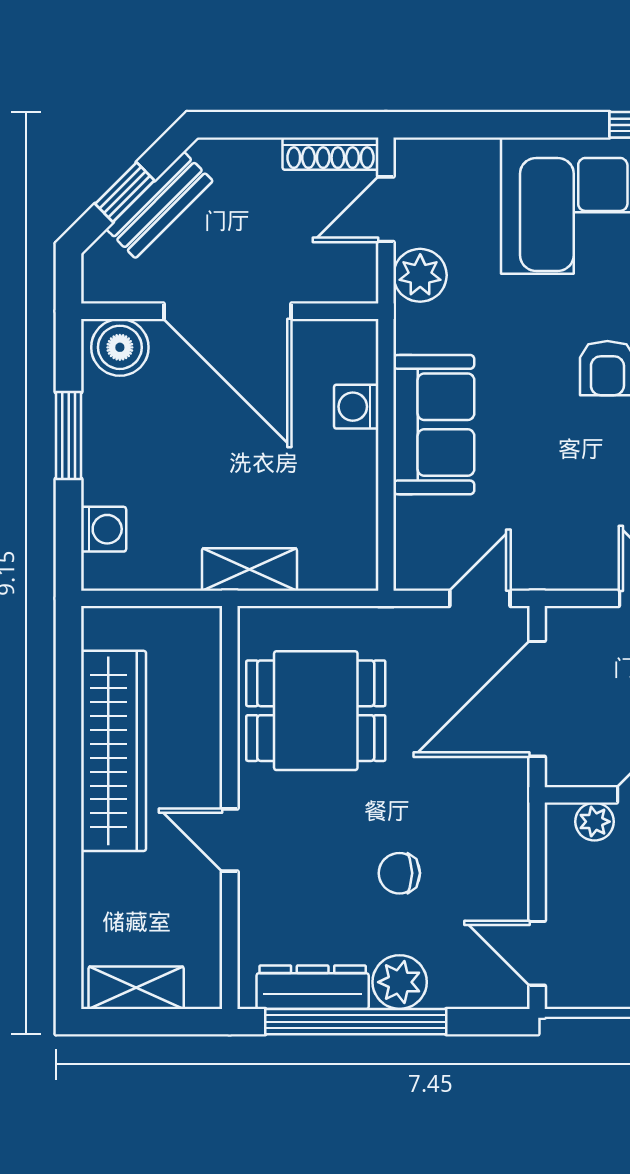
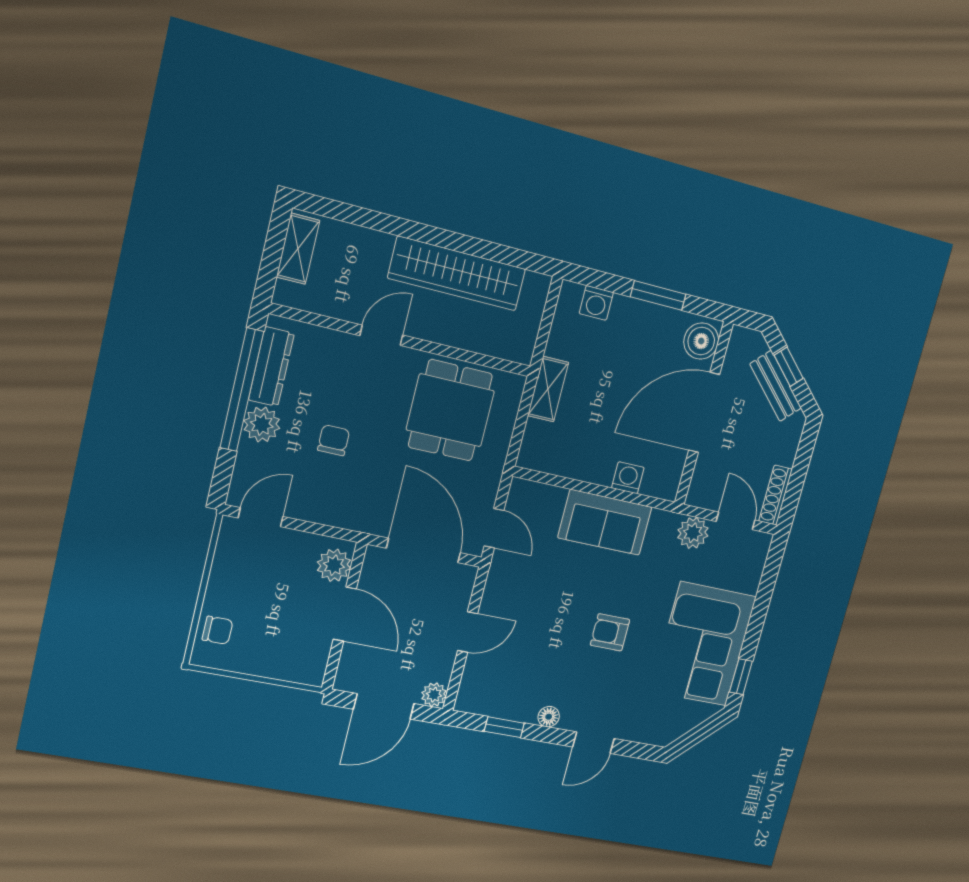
plant: (595, 822) -> (334, 565), width x1.38, depth x1.38

